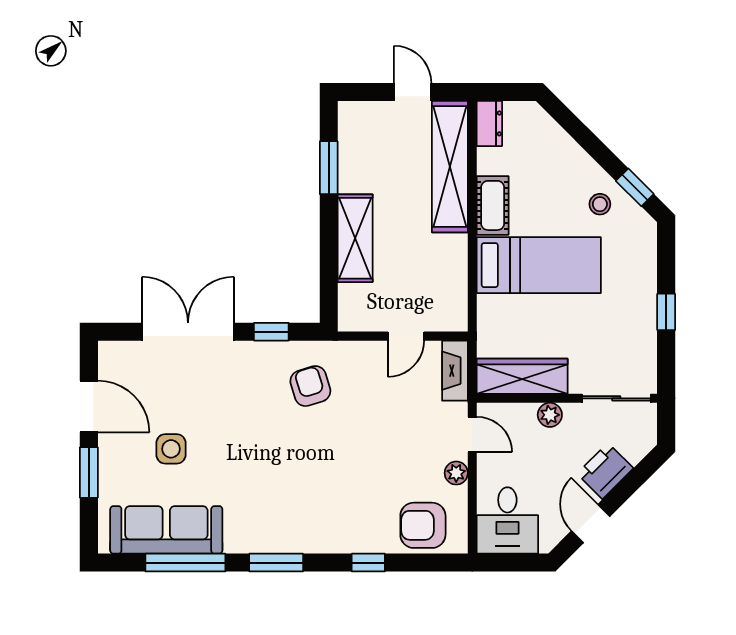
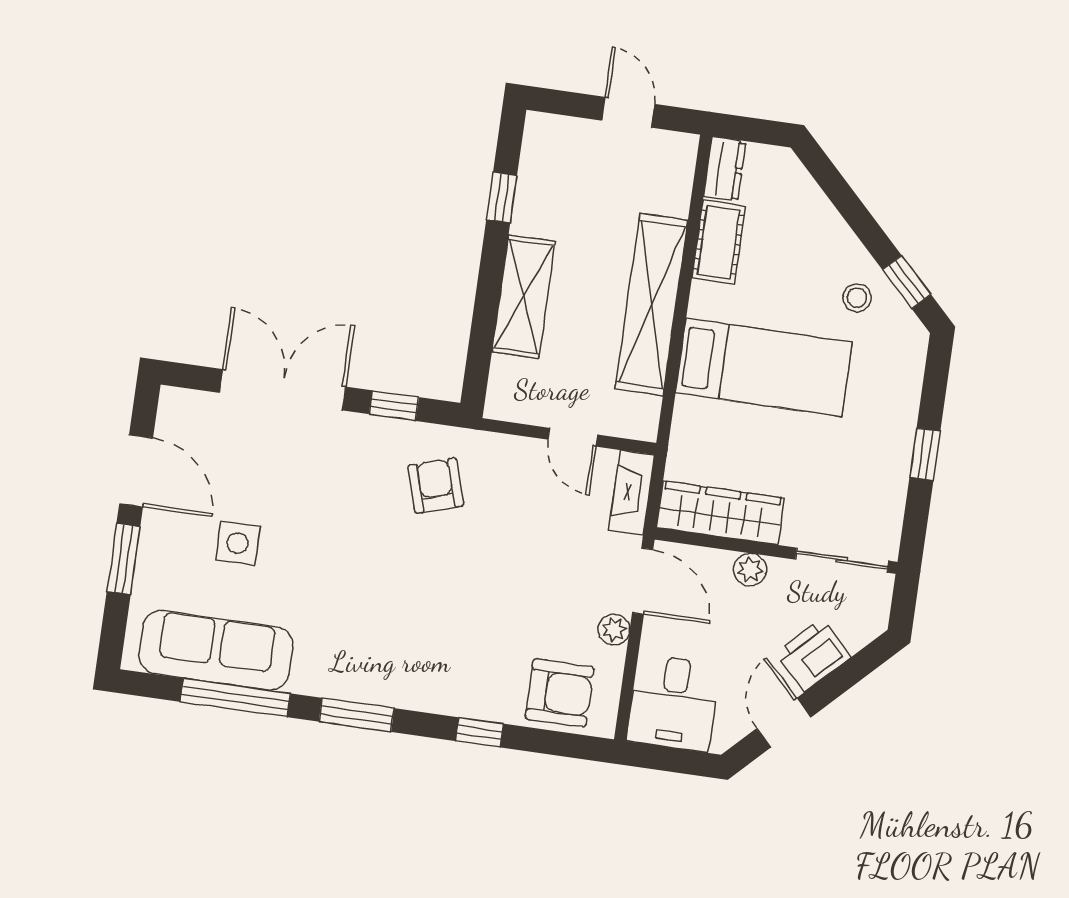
shelving: (450, 167) -> (652, 304), moved
window: (329, 168) -> (502, 197), width x0.67
cot: (493, 205) -> (719, 242), moved
door: (406, 336) -> (573, 437), hinge flipped
door: (472, 435) -> (643, 581), width x1.38
armchair: (423, 525) -> (560, 693), turned 180

